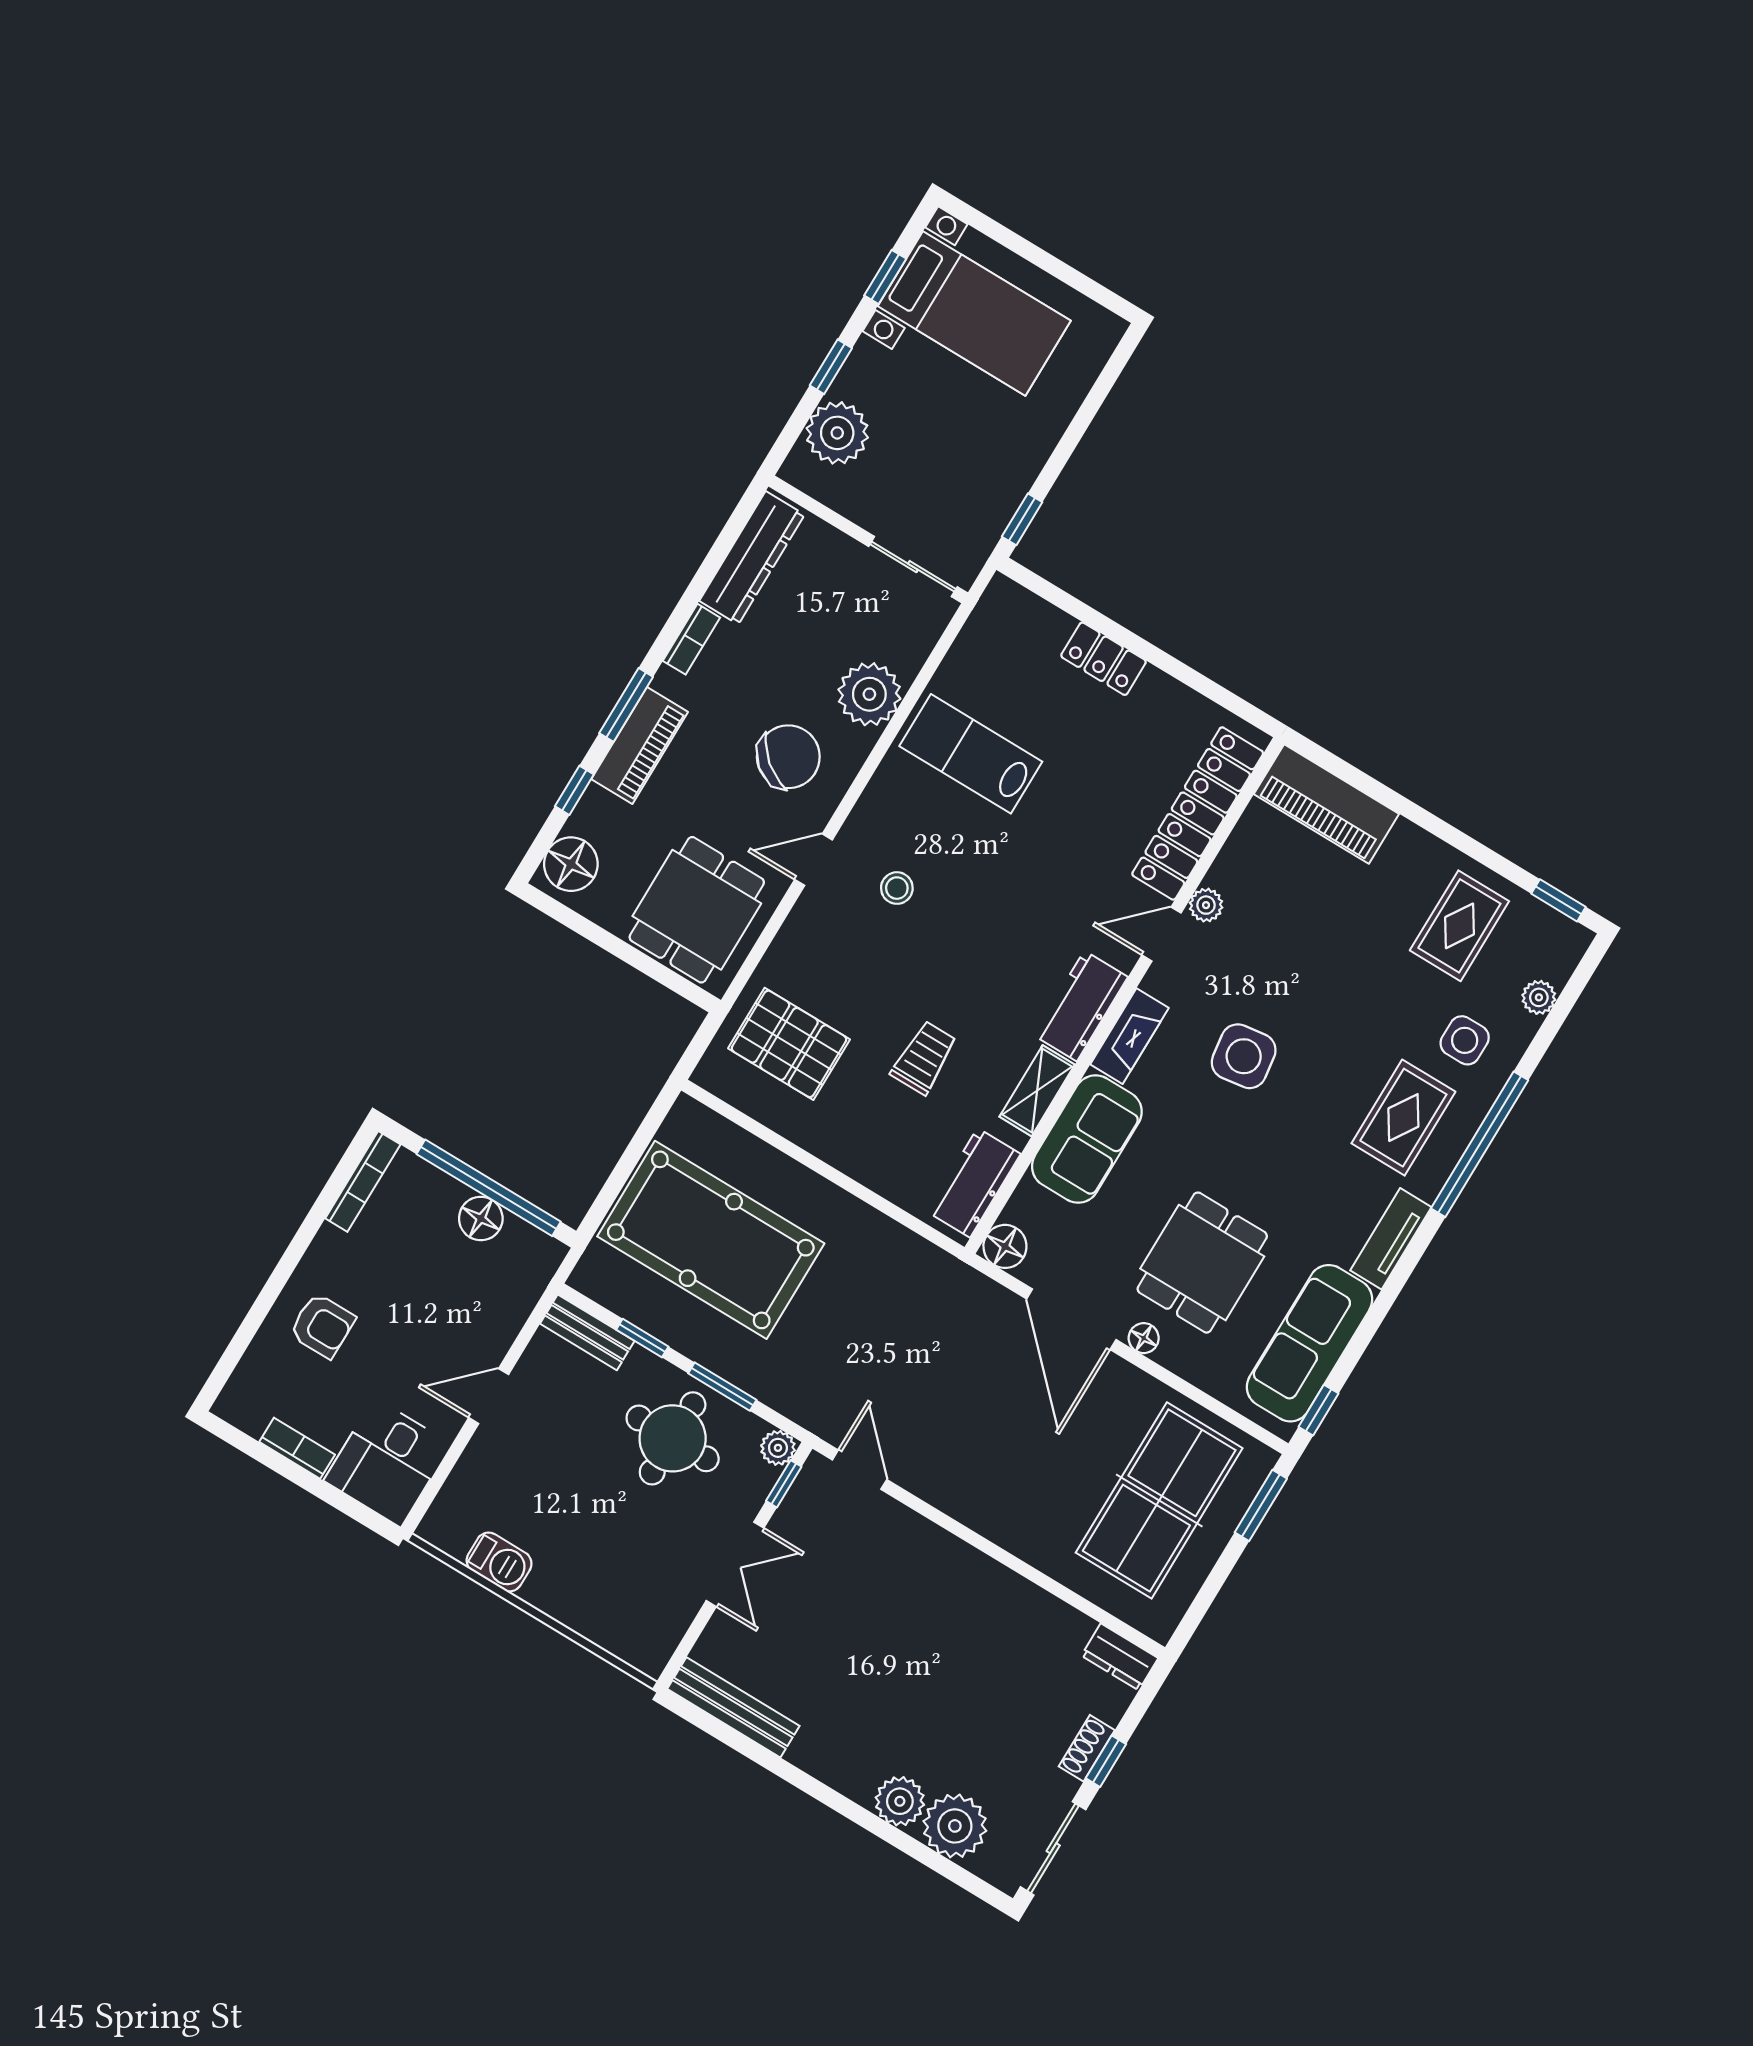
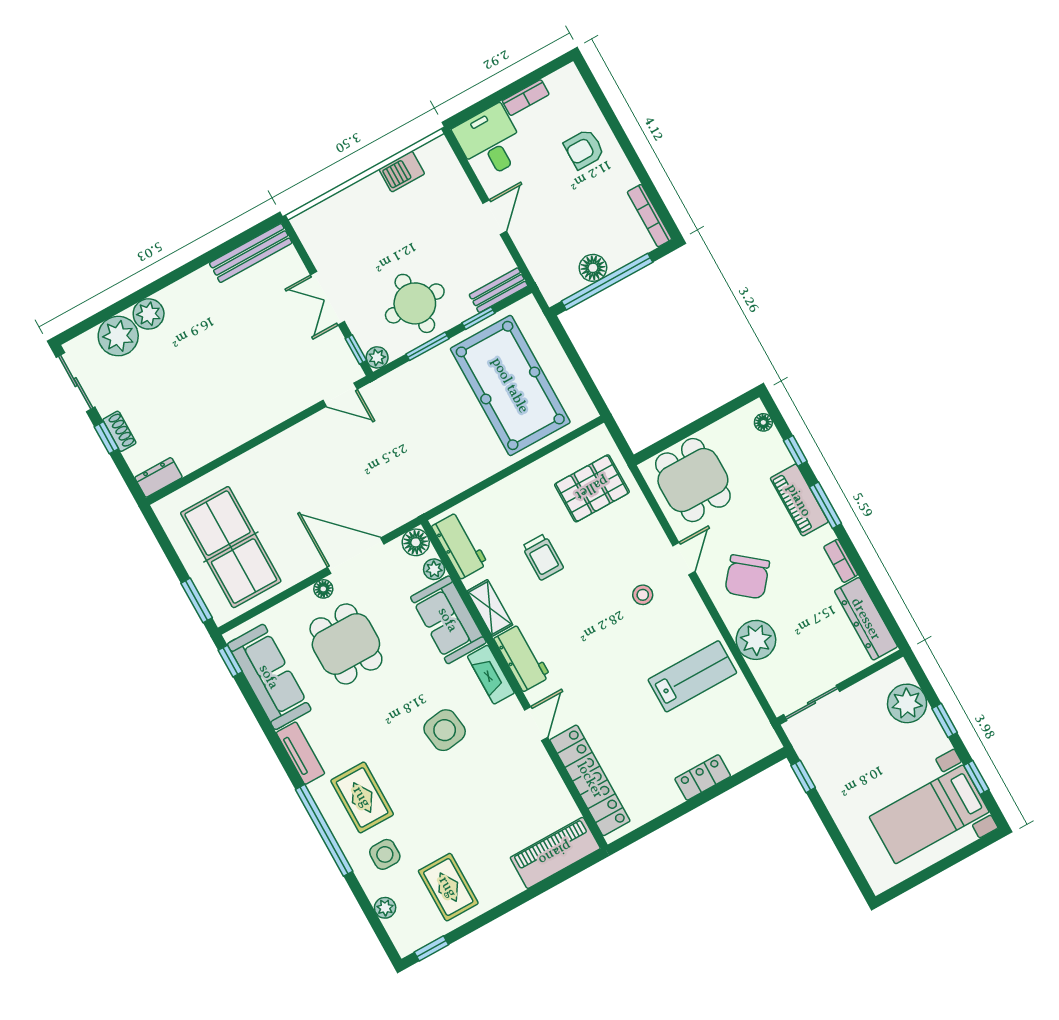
floor lamp: (571, 864) -> (763, 422), width x0.53, depth x0.53
plant: (1206, 905) -> (434, 569), moved
pool table: (711, 1240) -> (510, 385), turned 90

